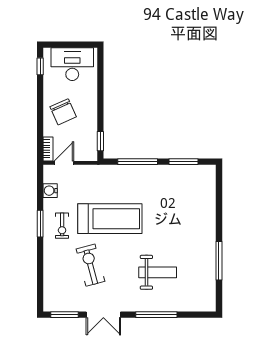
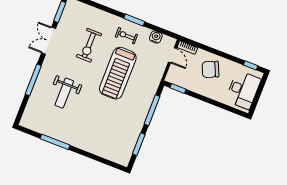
exercise bike: (90, 265) -> (89, 45), turned 105

